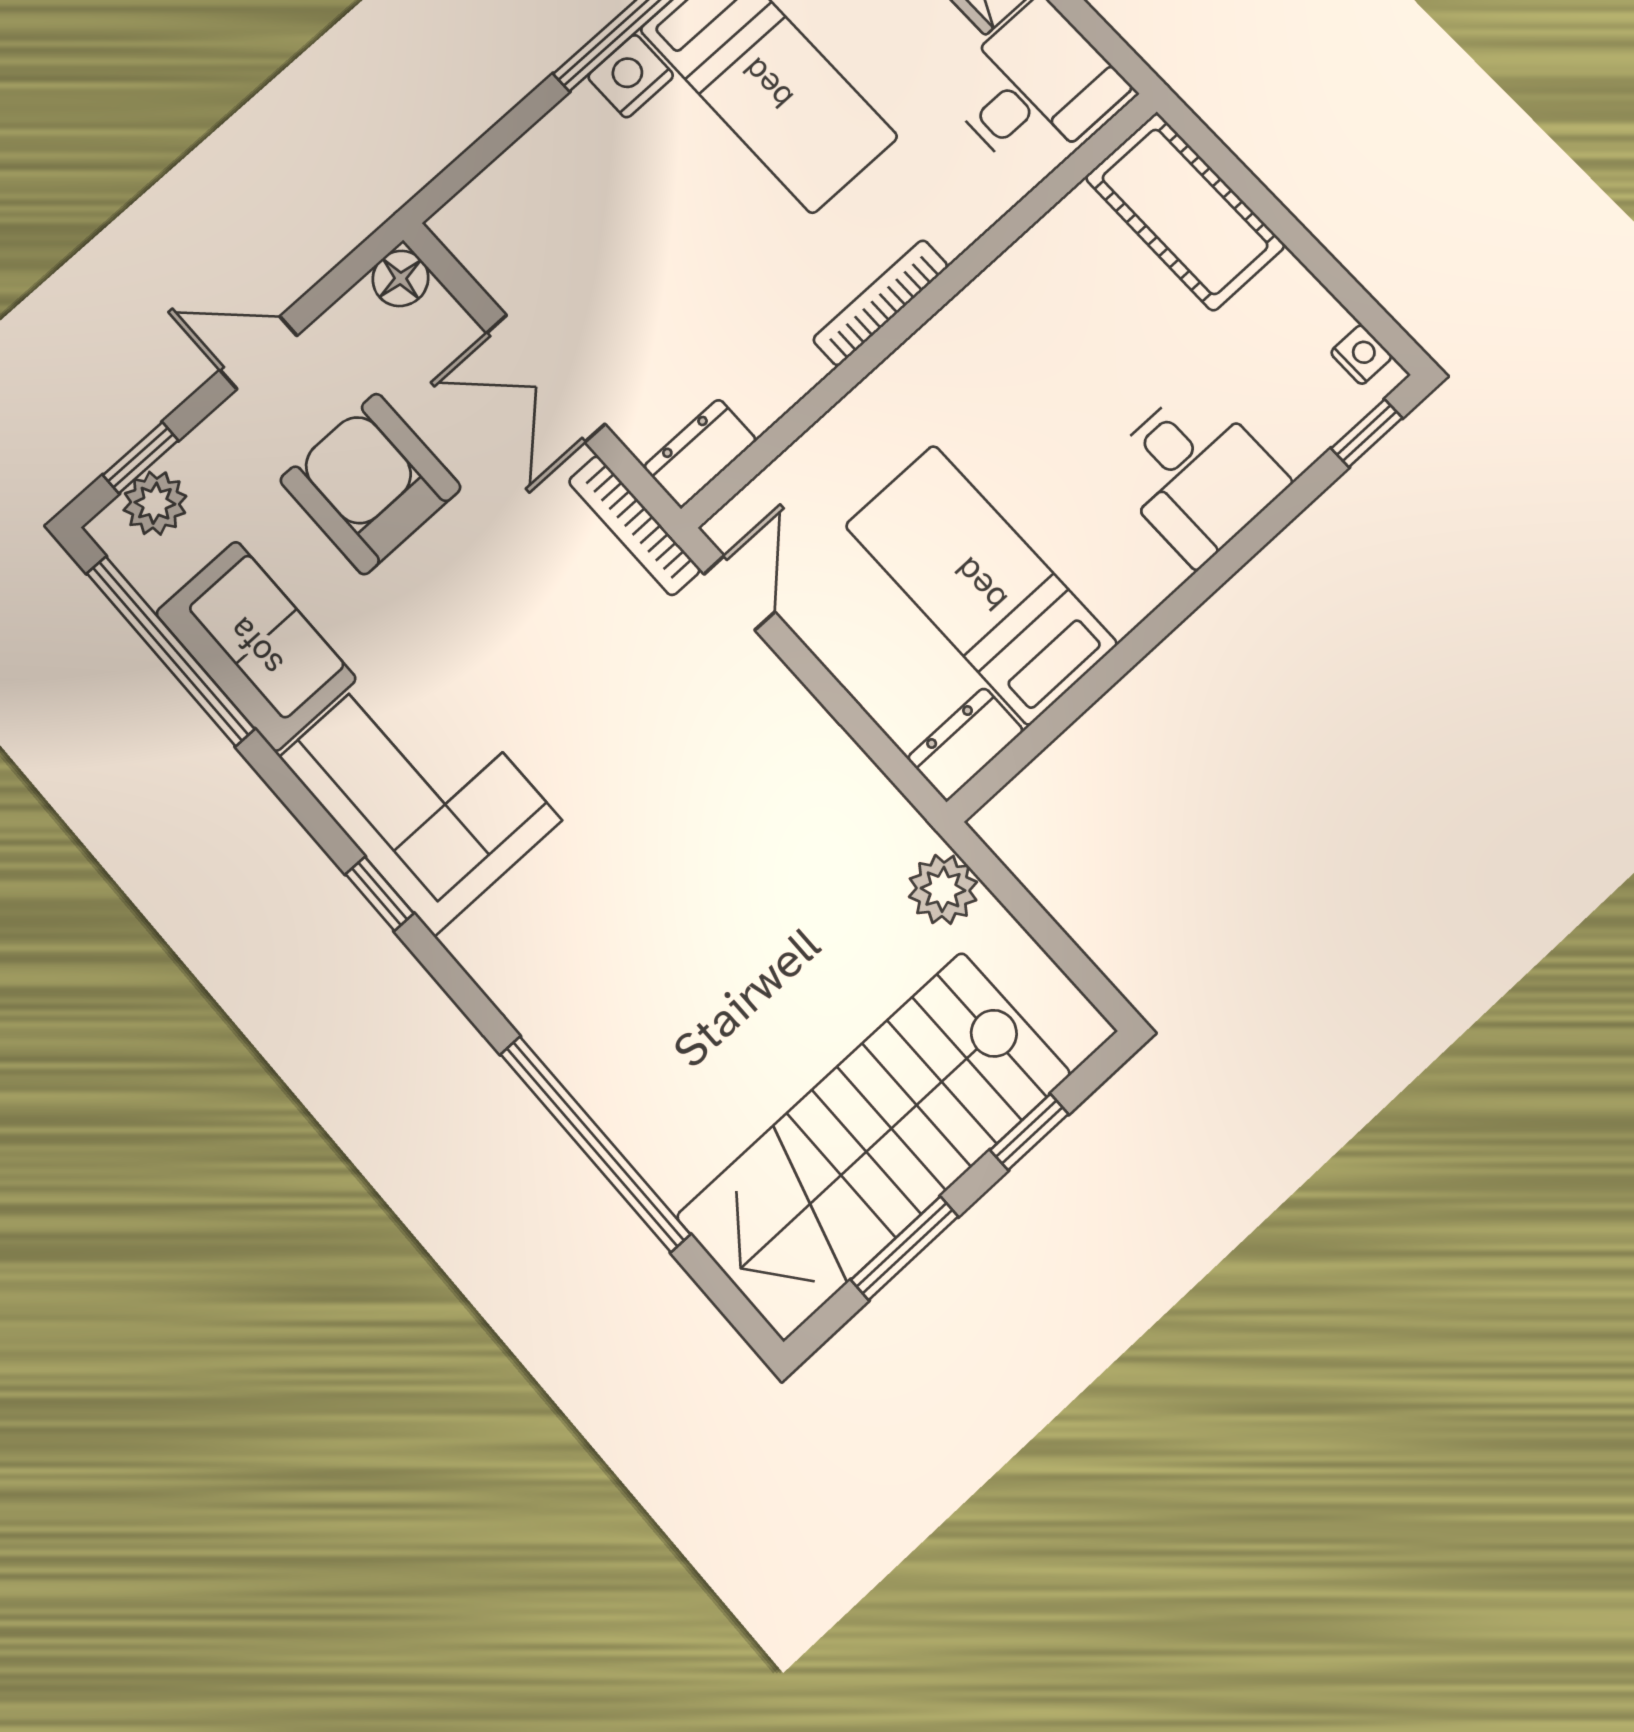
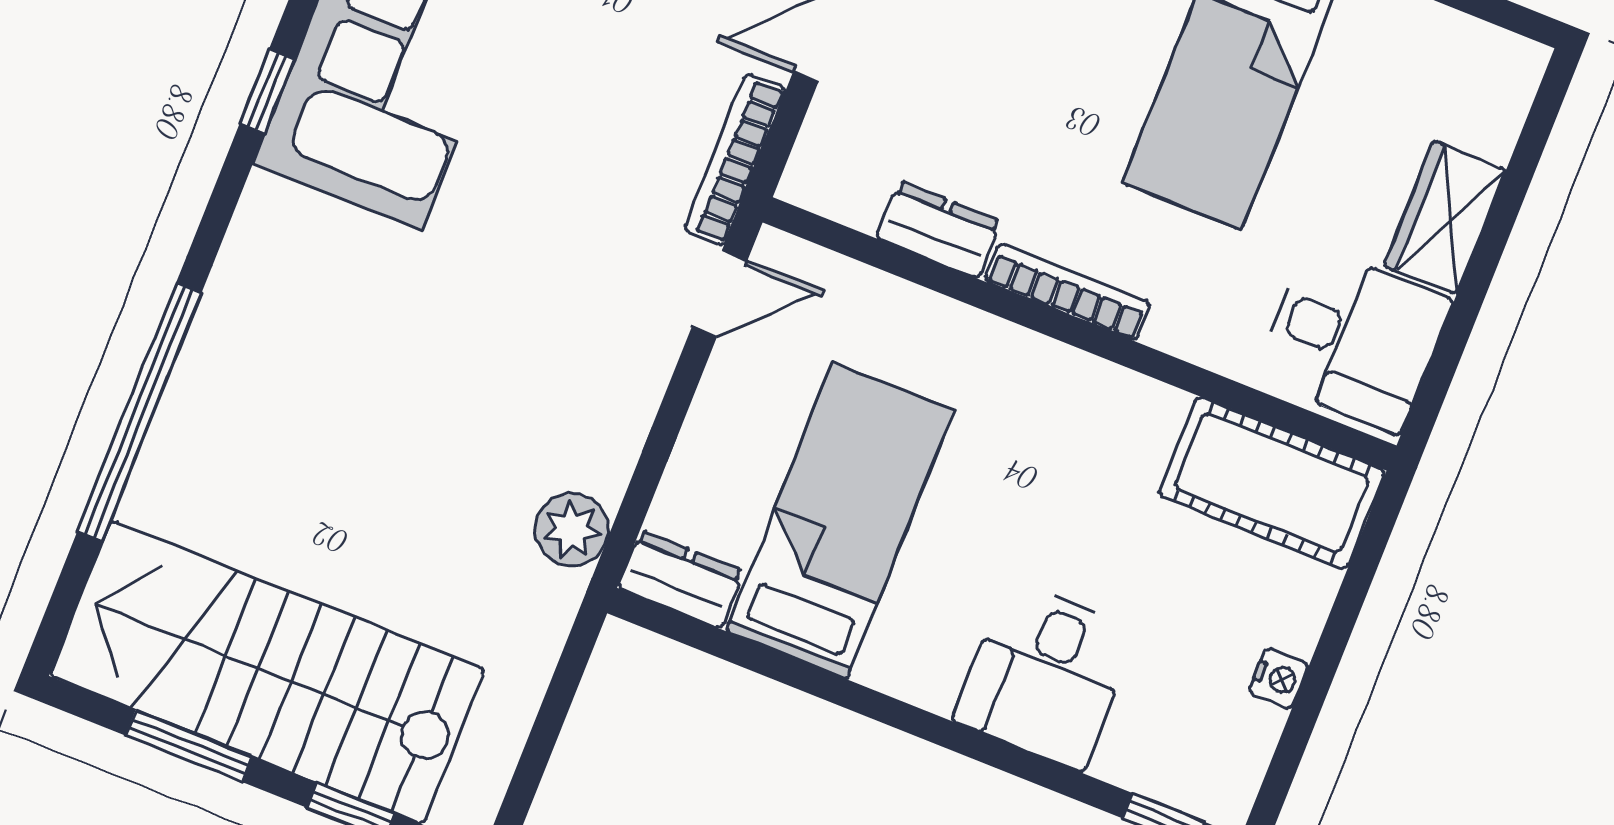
cot: (1185, 212) -> (1272, 483), moved, turned 90
nightstand: (1361, 355) -> (1279, 678), moved
dresser: (700, 453) -> (939, 230), moved
plant: (943, 889) -> (572, 530), moved

